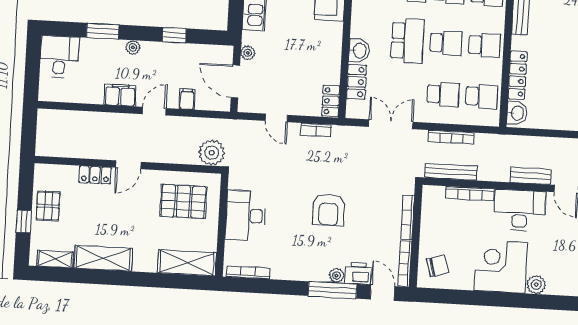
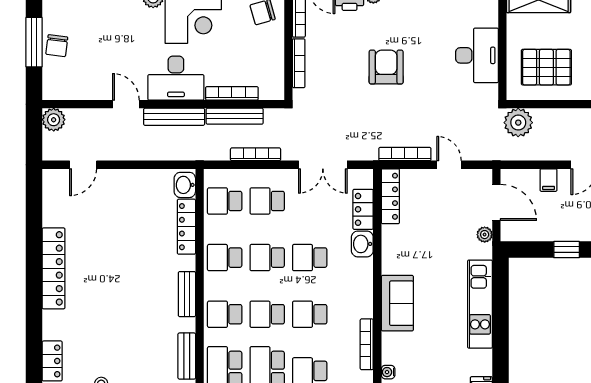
school desk: (407, 41) -> (310, 258), width x0.54
locker: (331, 101) -> (390, 196), width x1.53
bookcase: (316, 130) -> (405, 154), width x1.56
bench: (451, 172) -> (235, 116), moved
bench: (531, 176) -> (174, 117), width x1.36

